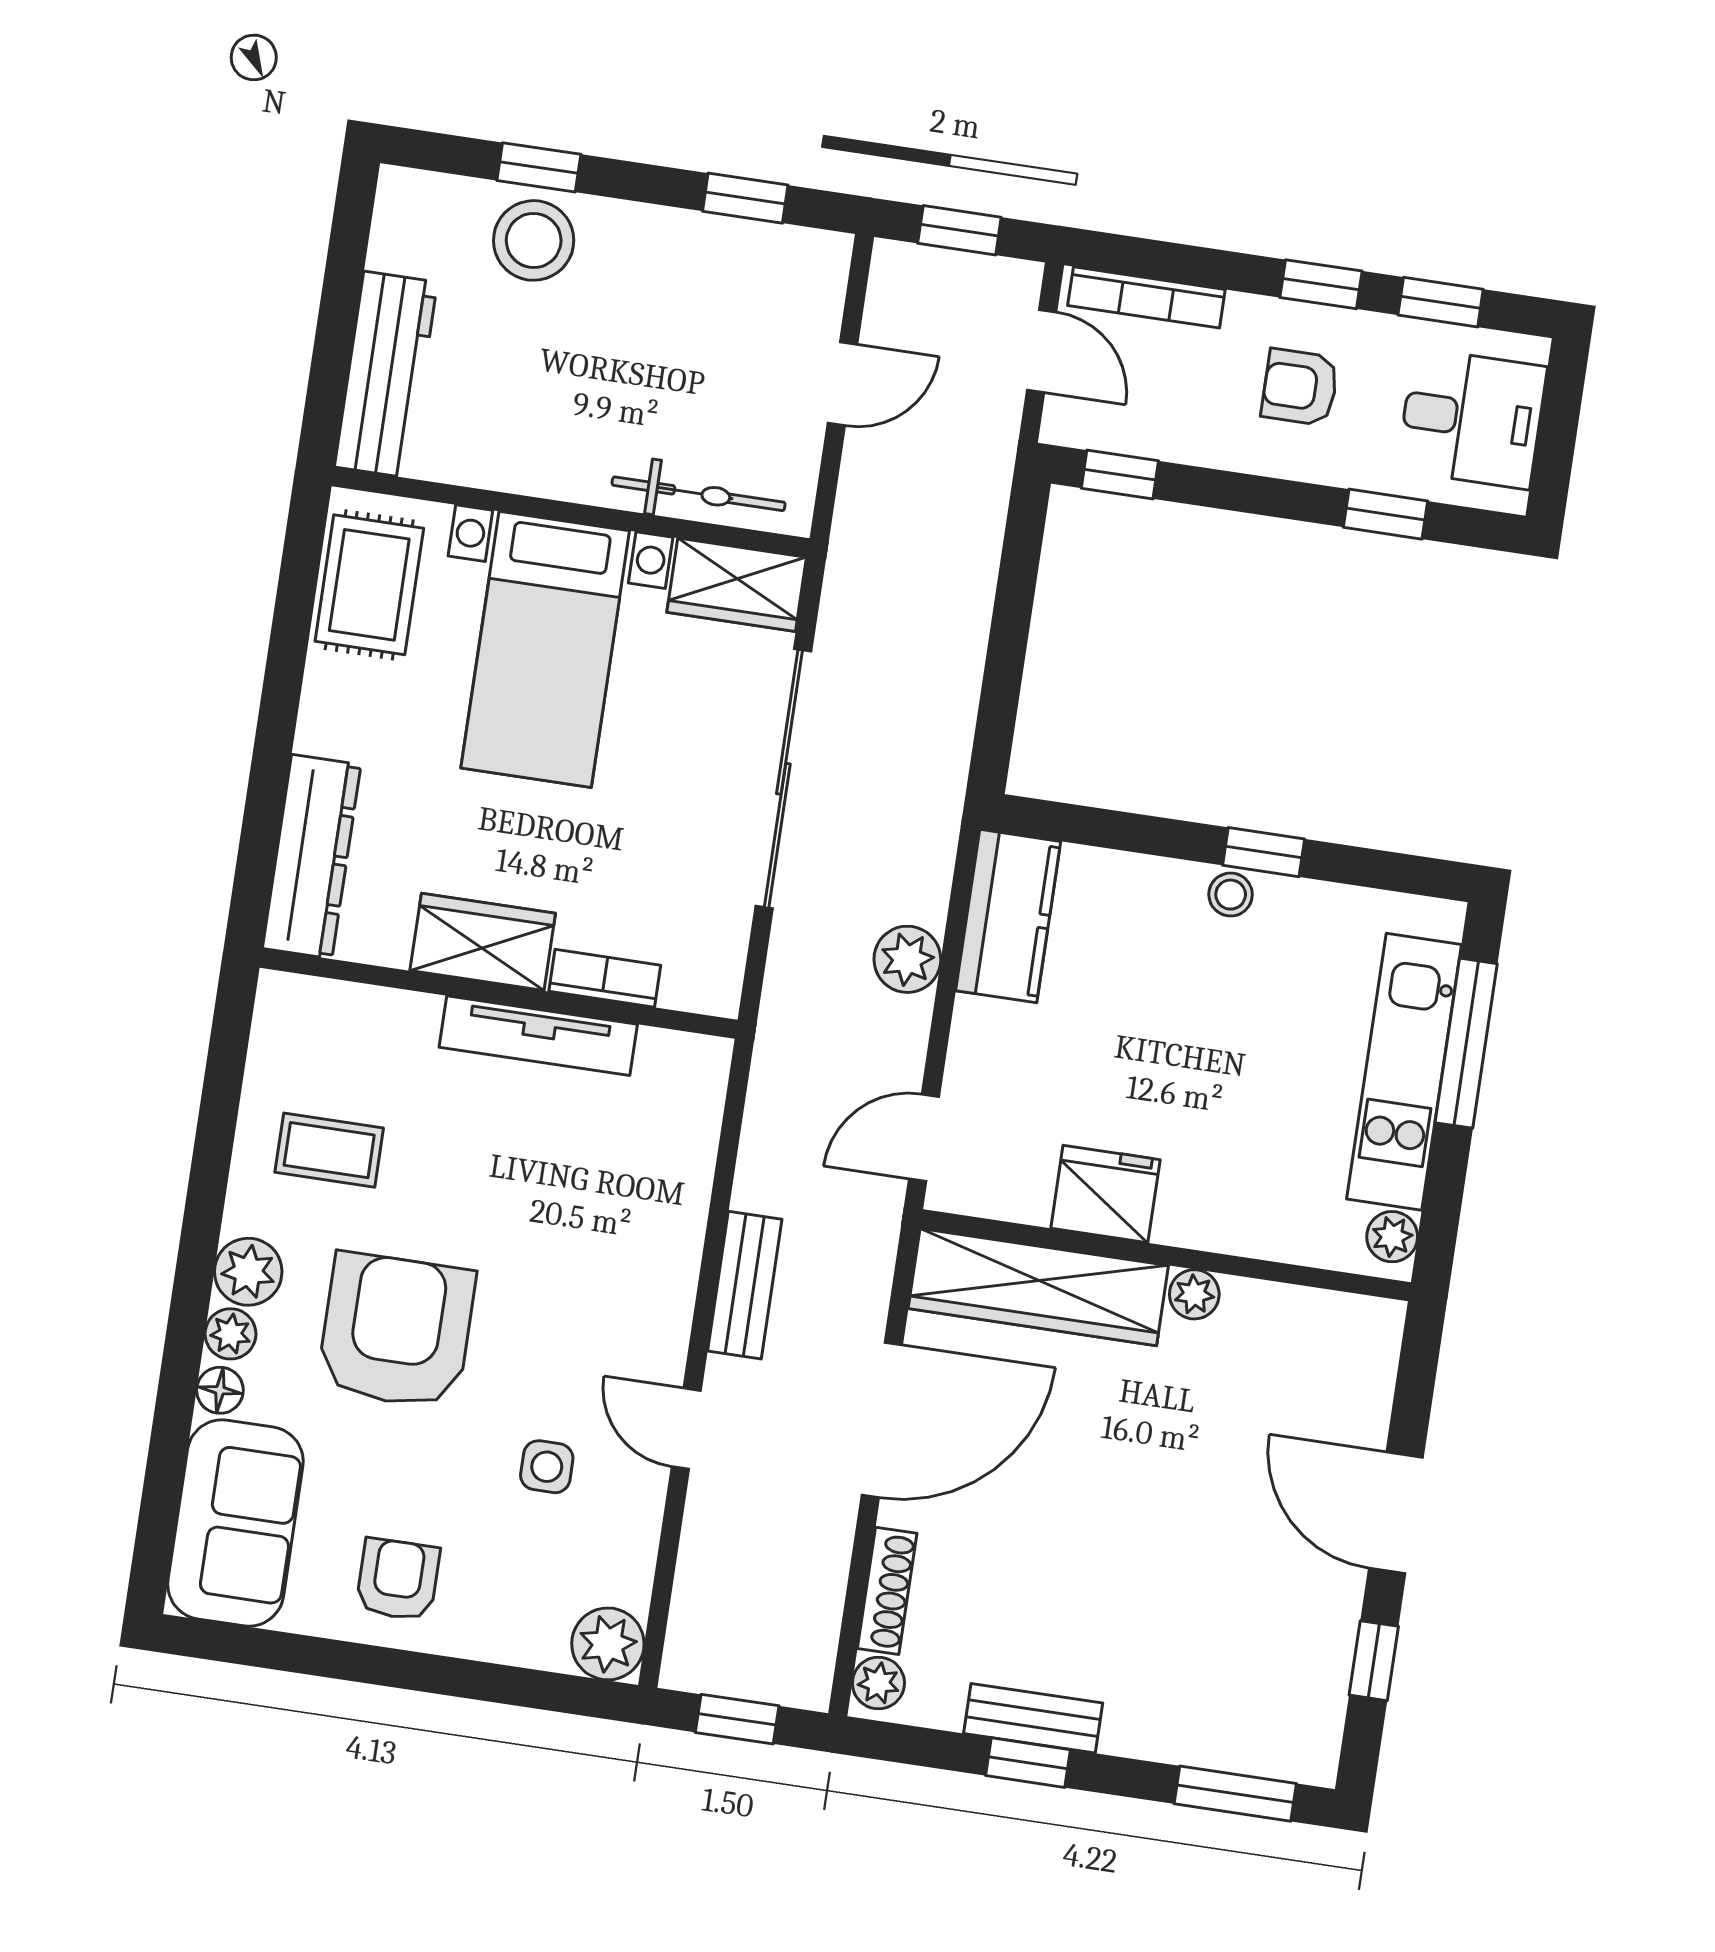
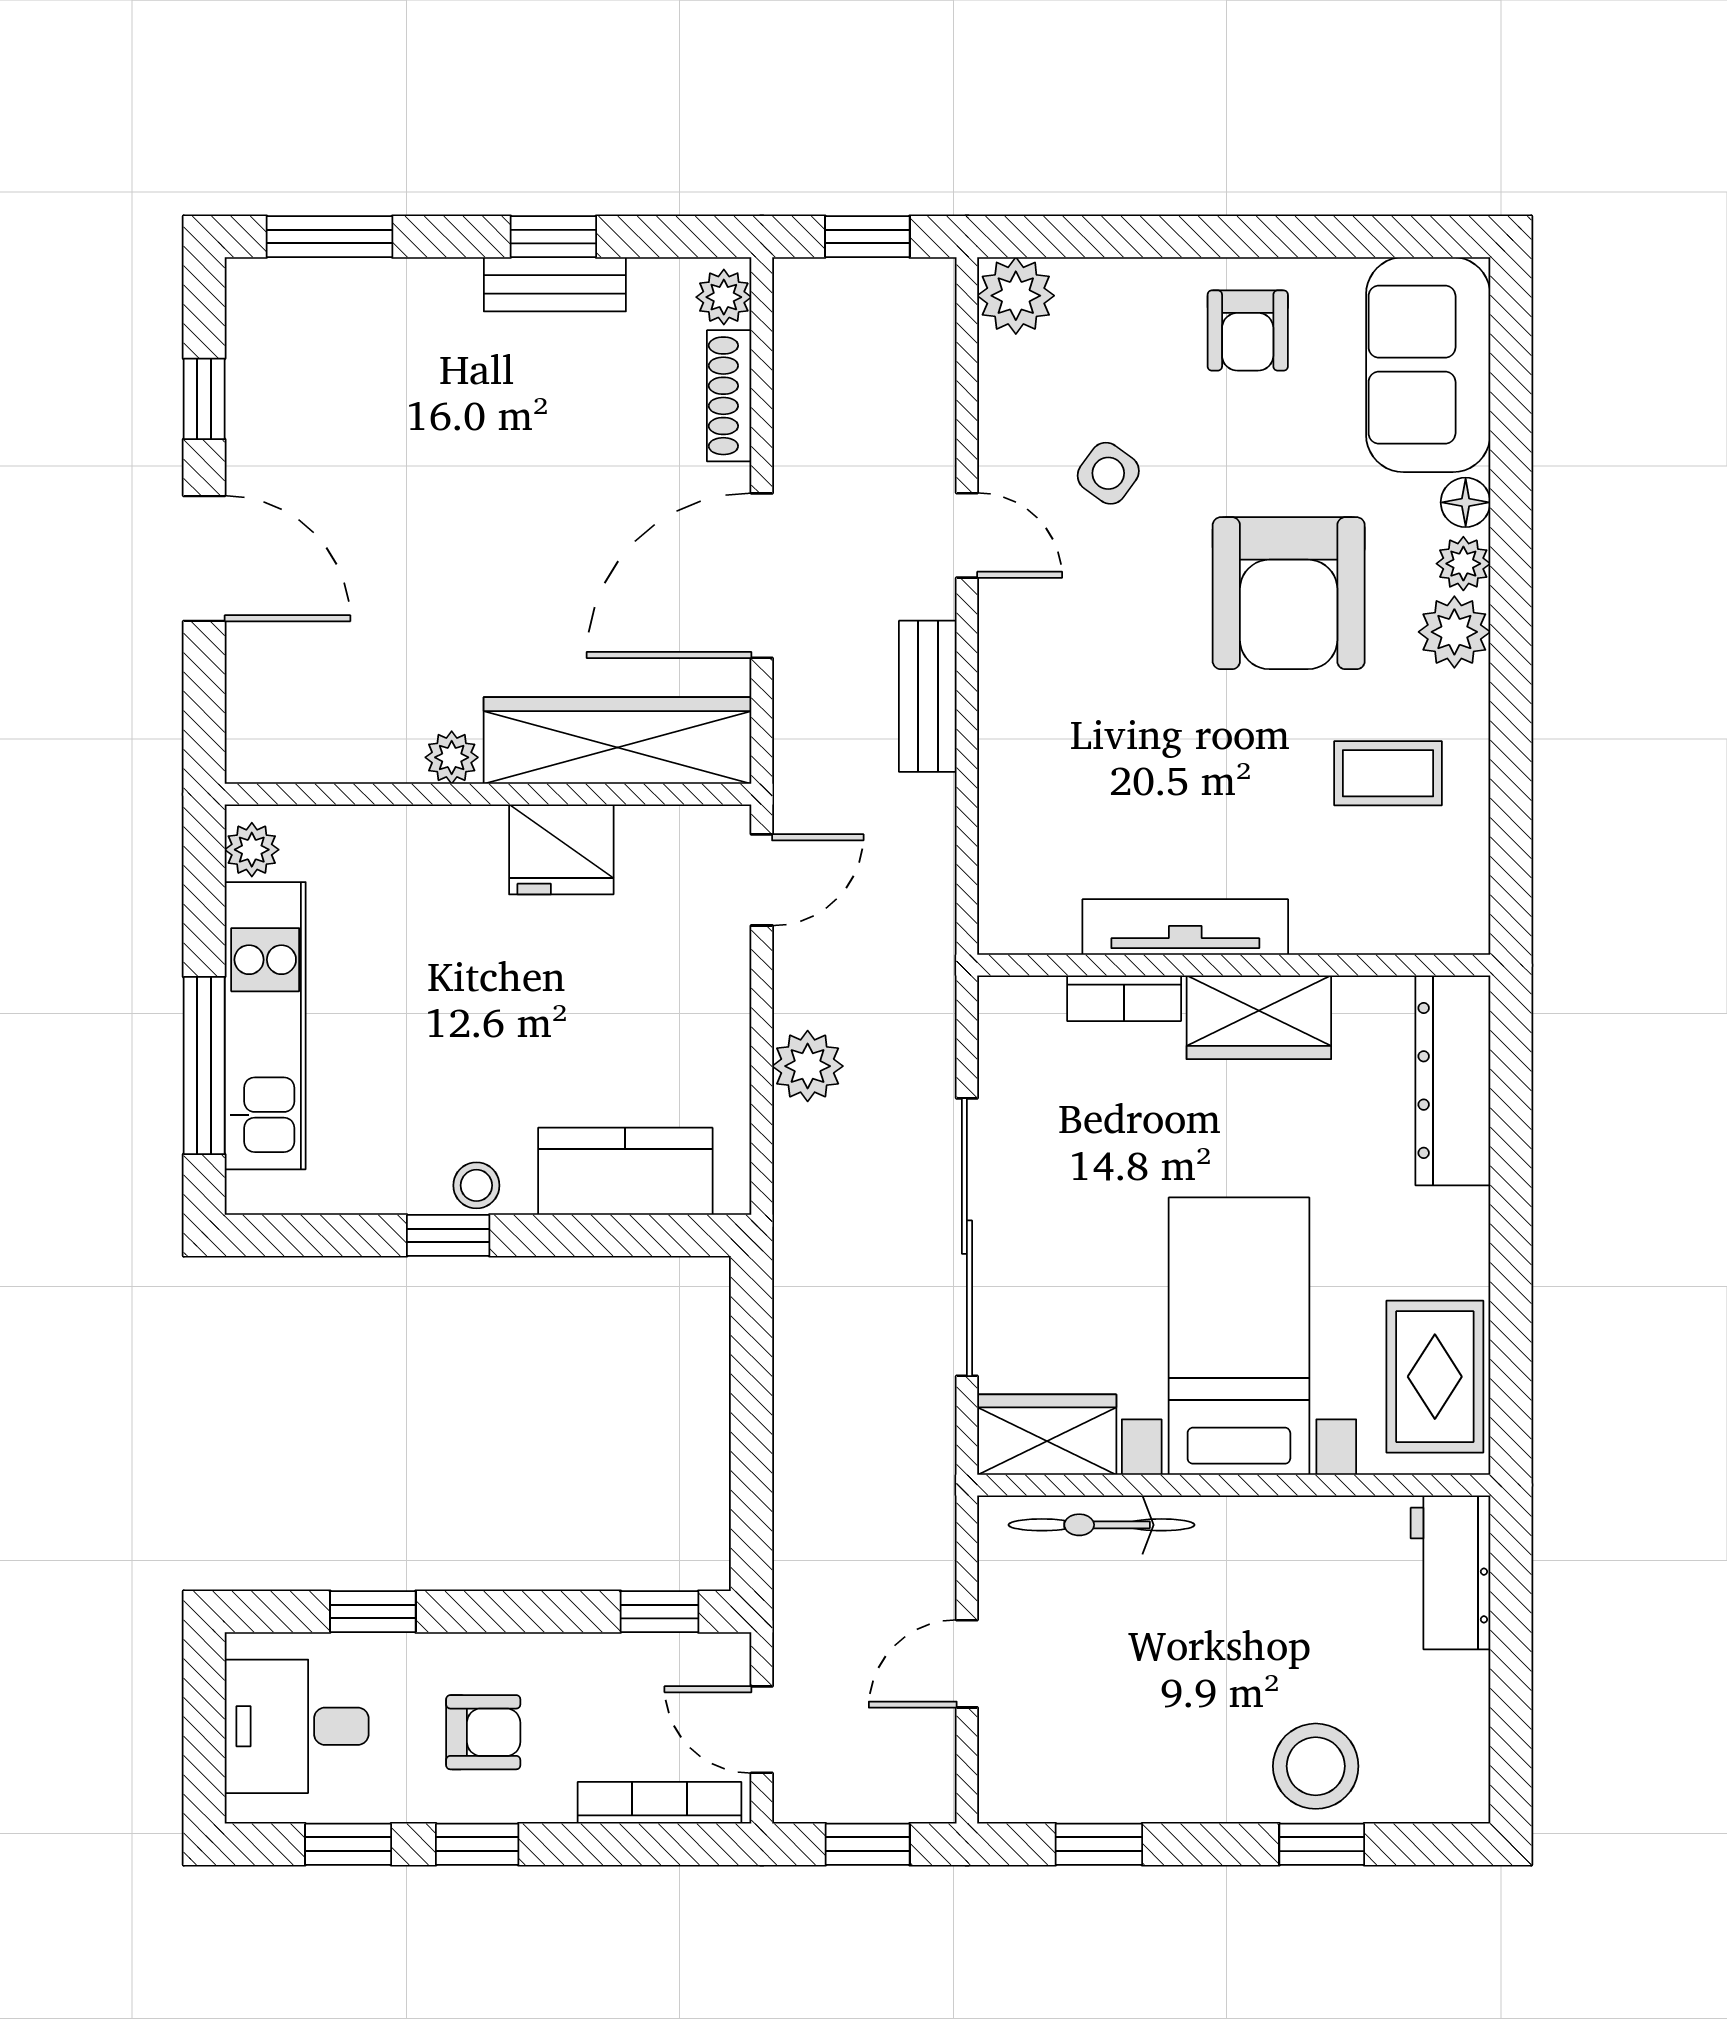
workbench: (386, 375) -> (1450, 1572), width x0.73
kitchen counter: (1008, 916) -> (625, 1171), moved, turned 90
side table: (547, 1467) -> (1108, 473), turned 36

